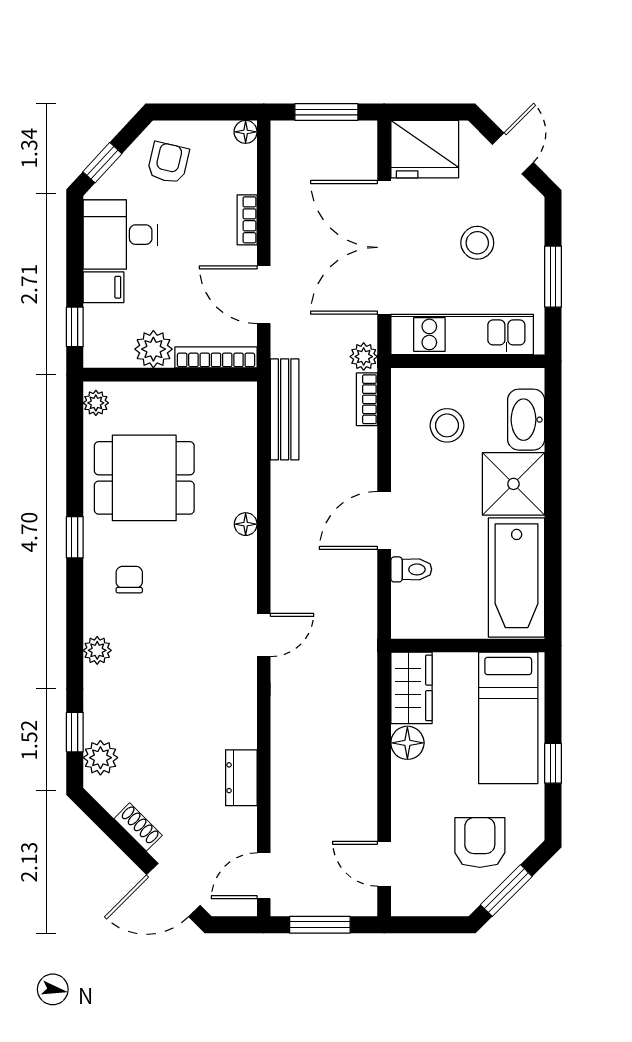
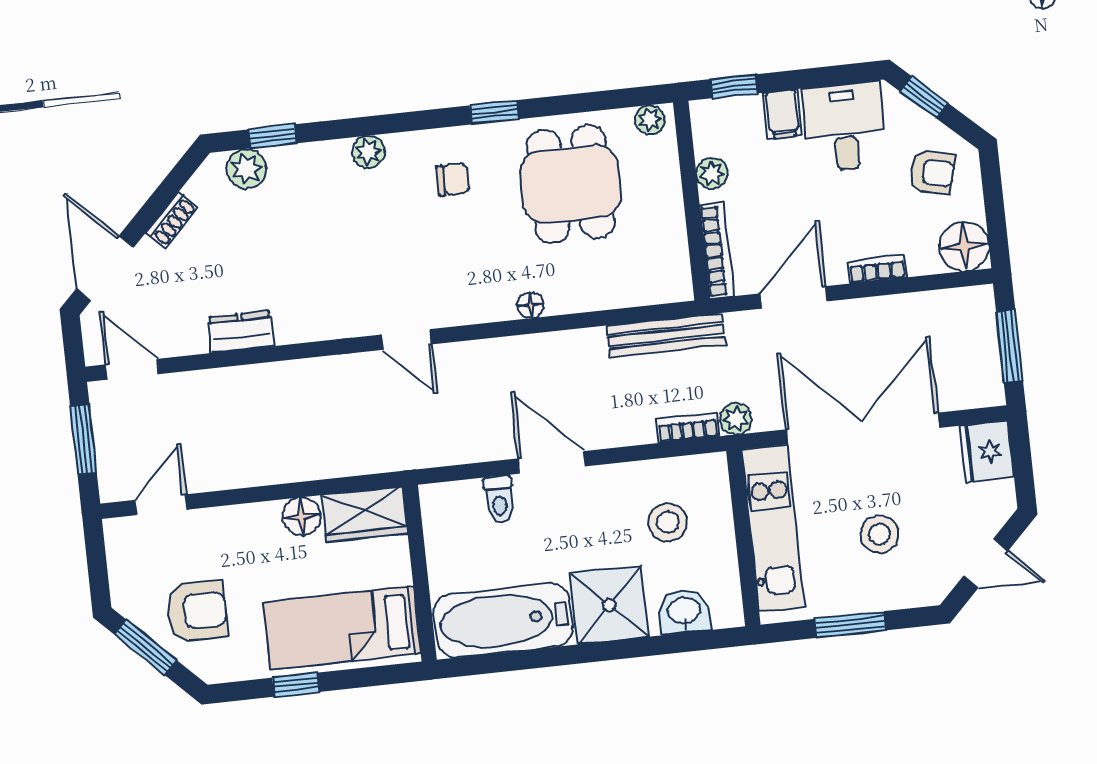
floor lamp: (246, 132) -> (964, 246), width x1.89, depth x1.89
fridge: (425, 149) -> (987, 452), width x0.73, depth x0.75
plant: (153, 349) -> (712, 173), width x0.73, depth x0.73
washbasin: (526, 420) -> (684, 612), width x0.72

